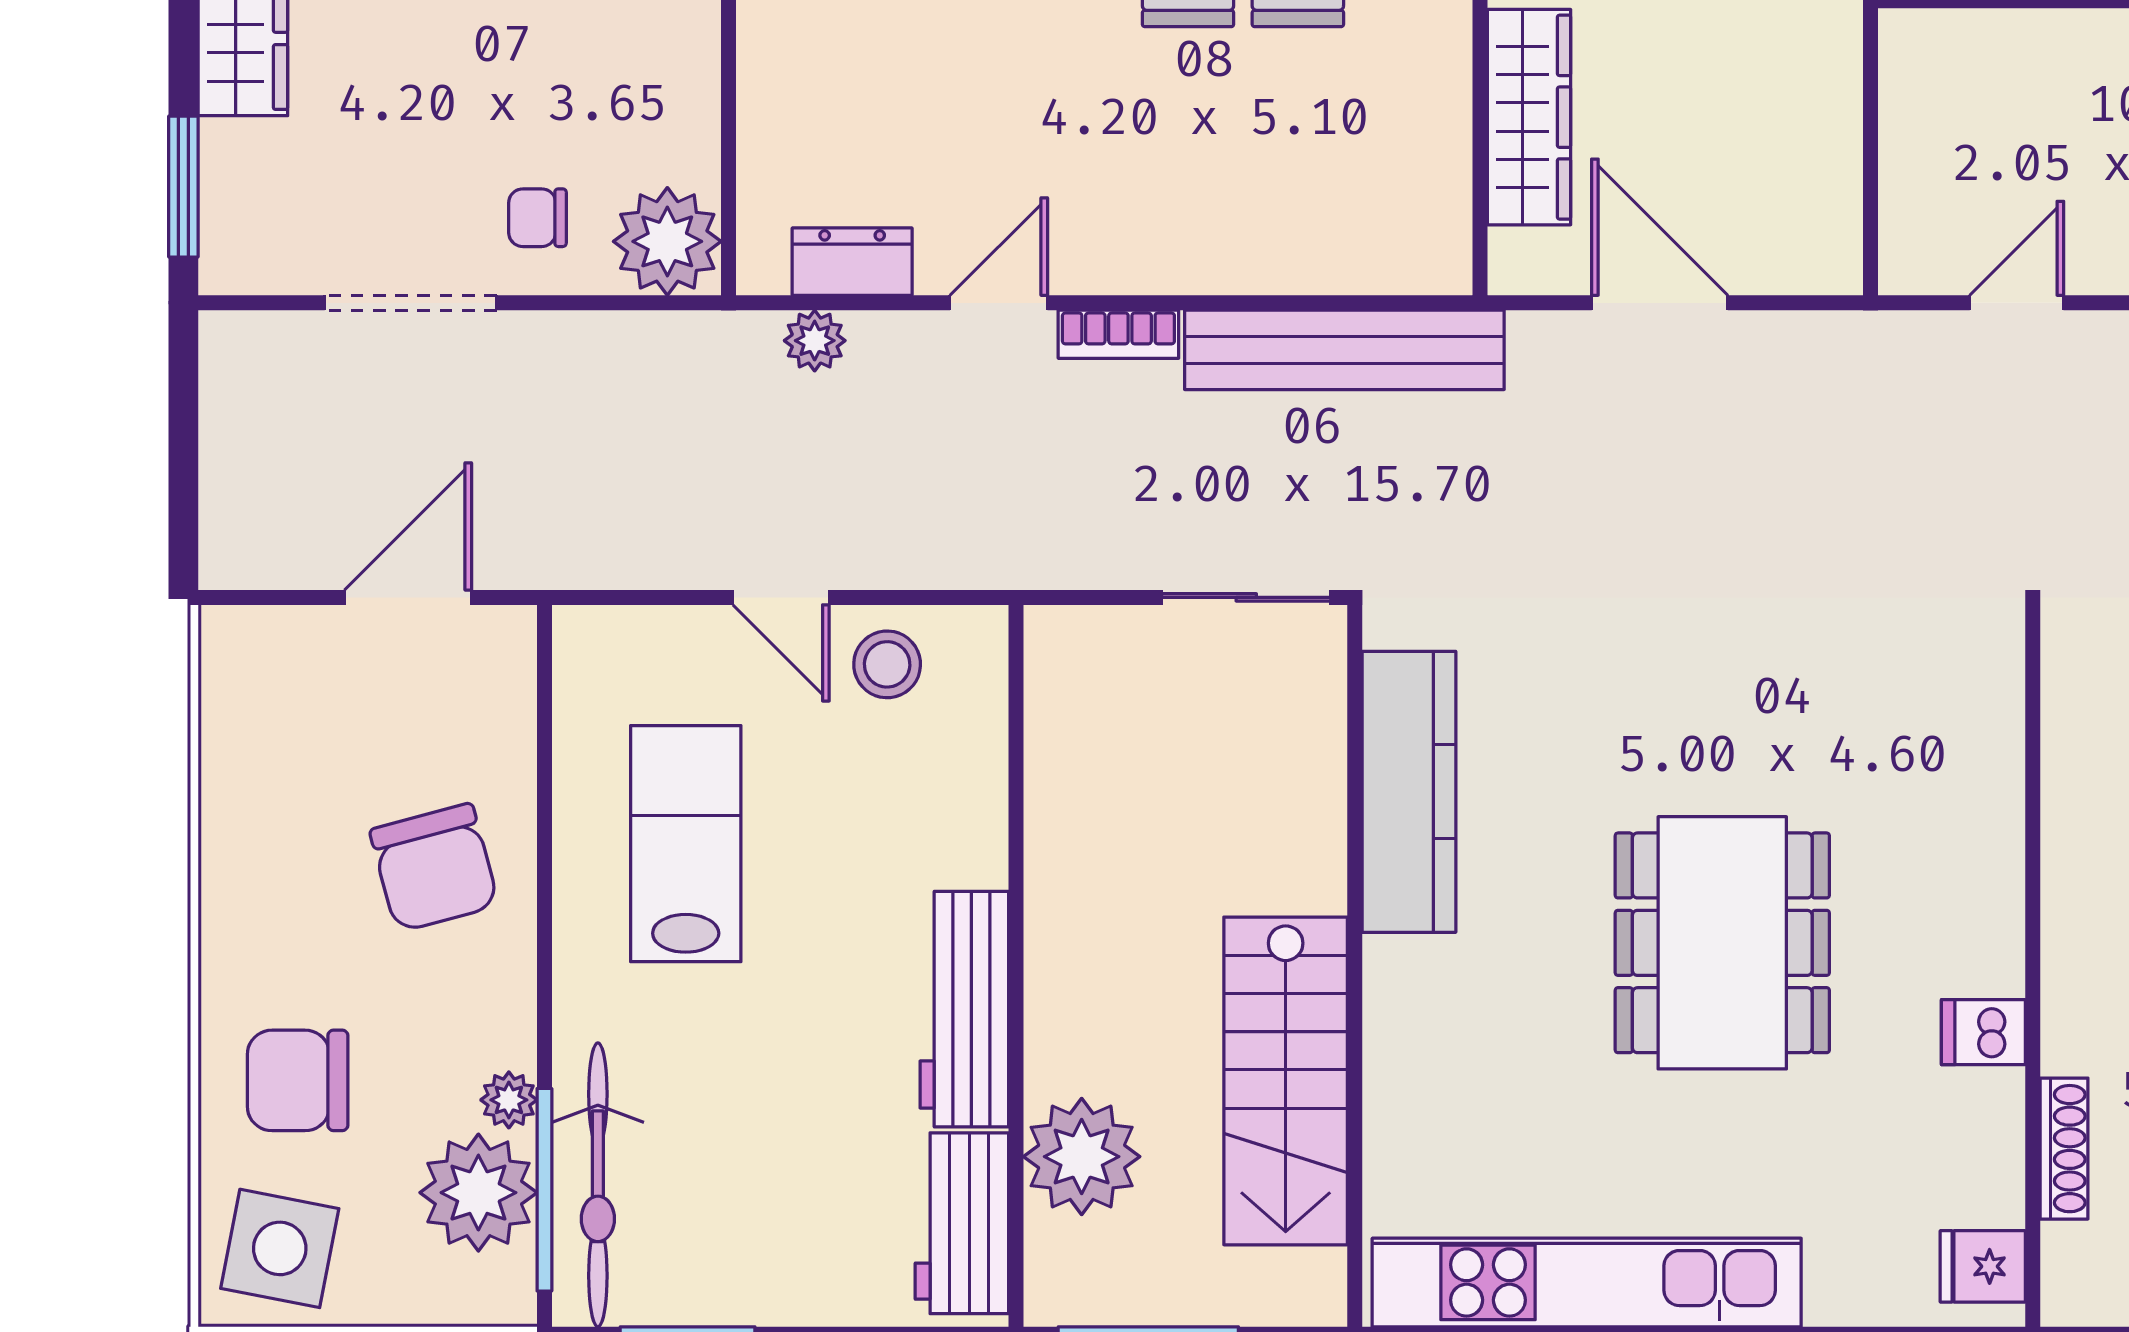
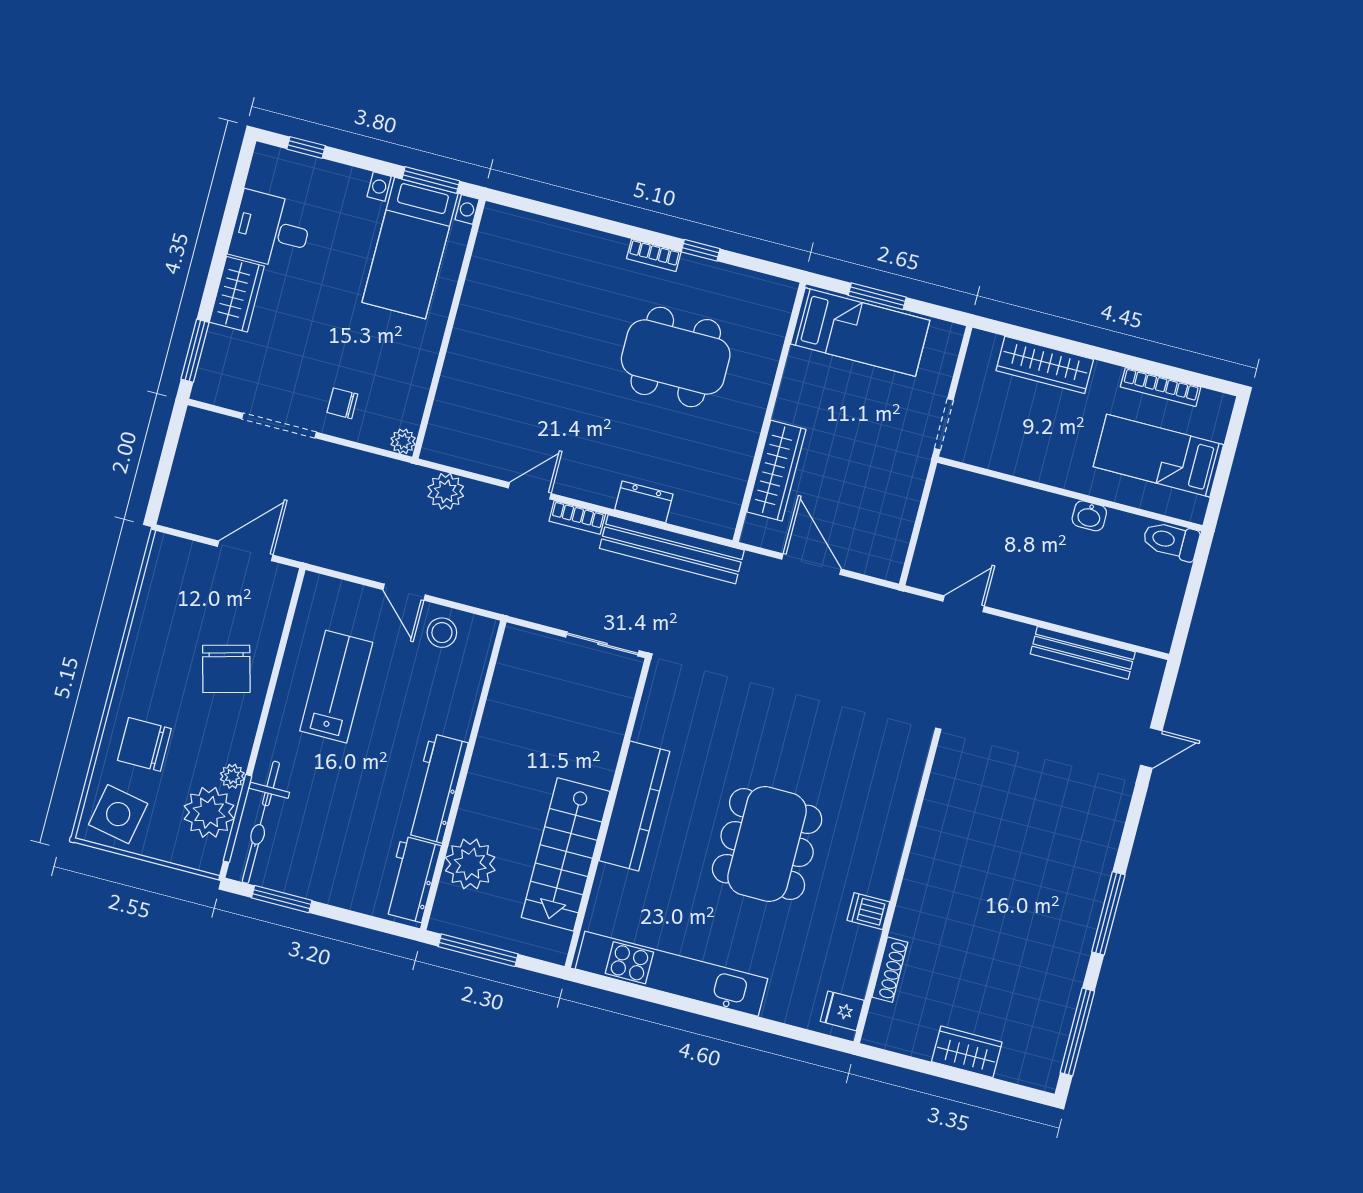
plant: (667, 241) -> (403, 441), width x0.53, depth x0.53
dresser: (852, 262) -> (644, 502), moved
plant: (815, 341) -> (446, 491), width x1.38, depth x1.38
kitchen counter: (1409, 792) -> (634, 806), moved

